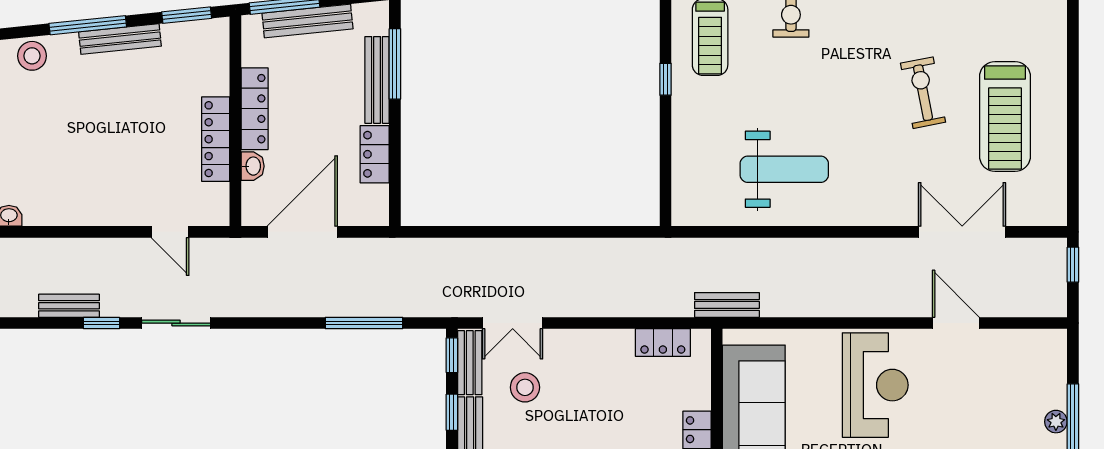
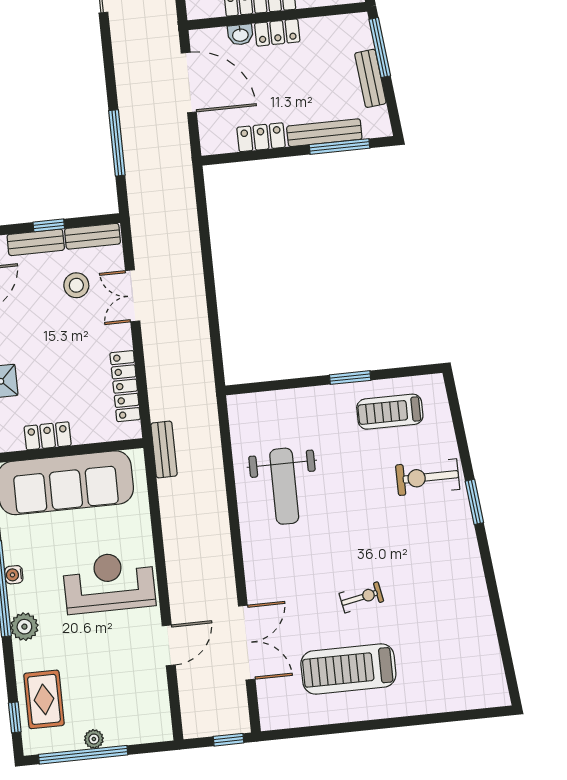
bench: (307, 21) -> (370, 78), width x0.73
window: (666, 79) -> (350, 378), width x1.50
exercise bike: (923, 93) -> (361, 597), width x0.73, depth x0.72
locker: (255, 109) -> (277, 32), width x0.66
double door: (513, 323) -> (133, 296), moved
locker: (663, 343) -> (125, 386), width x1.53
window: (452, 355) -> (97, 220), removed
reception desk: (875, 385) -> (109, 582), turned 180

